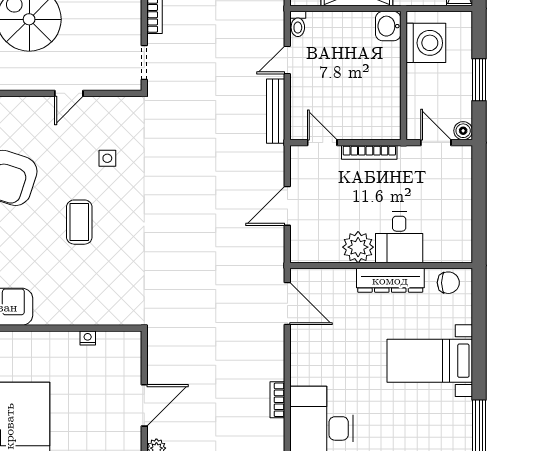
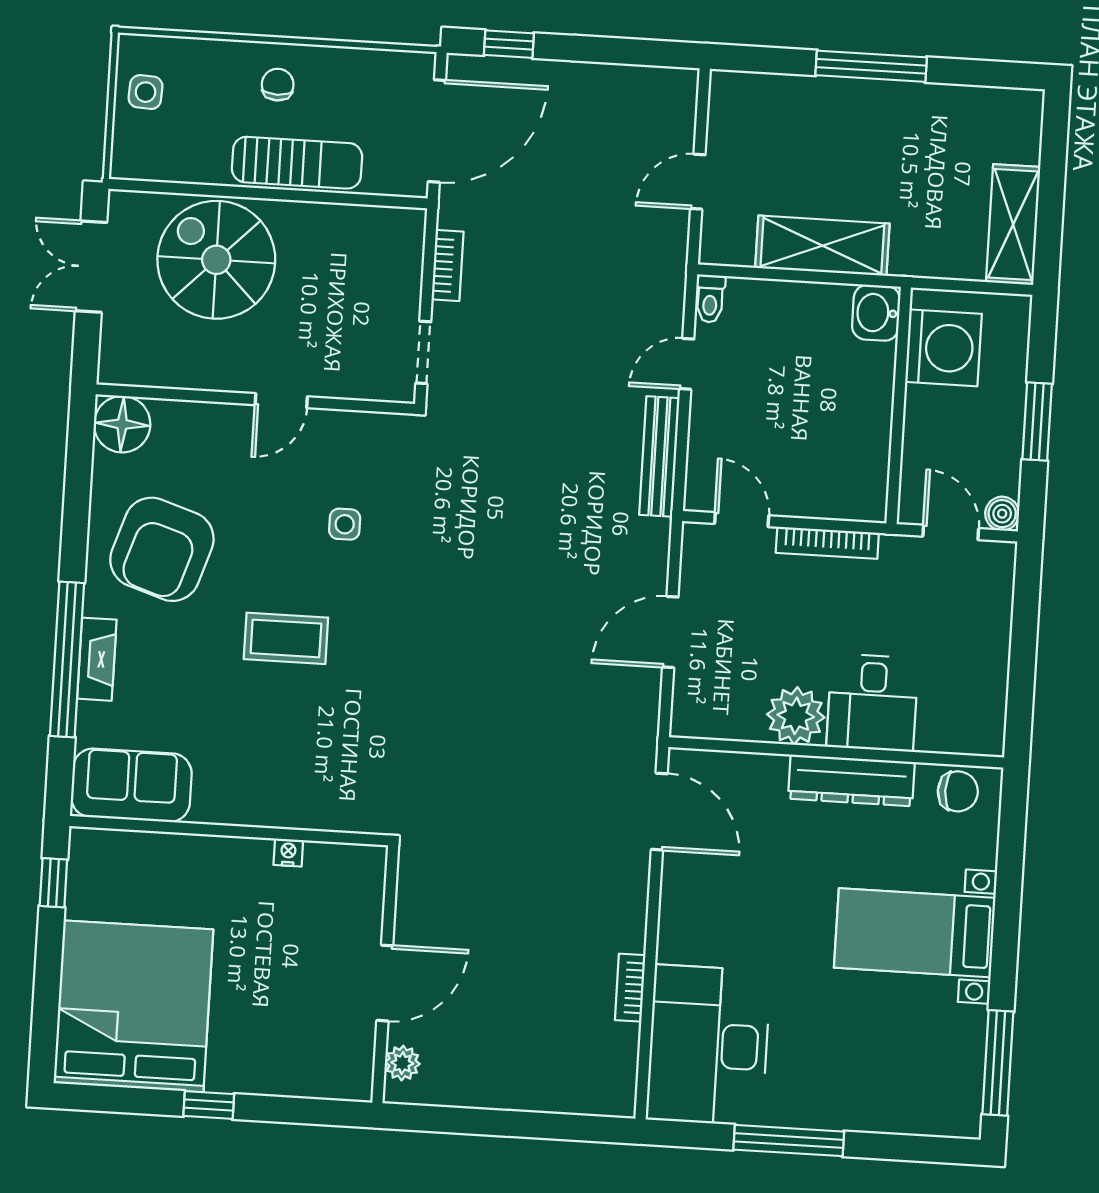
coffee table: (79, 222) -> (286, 638), turned 90

